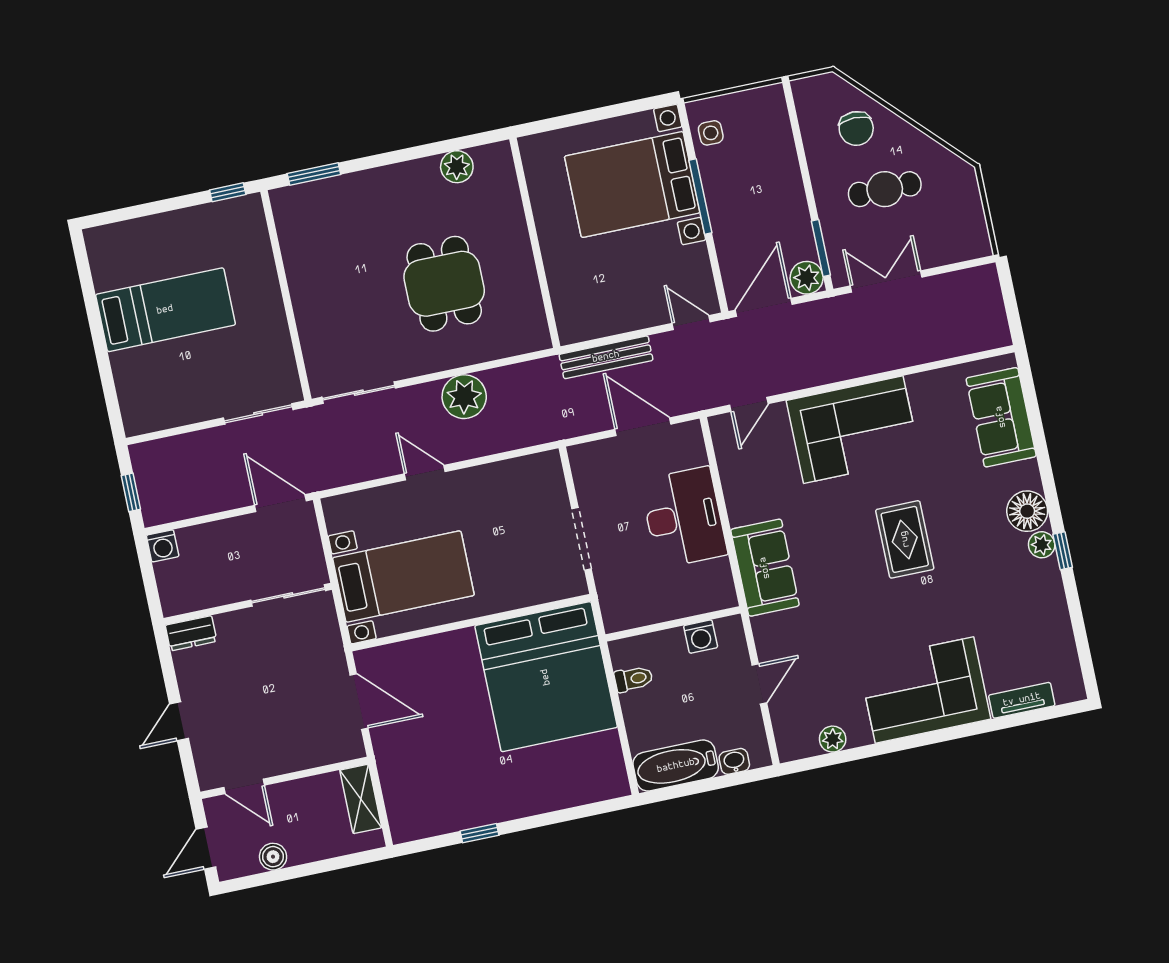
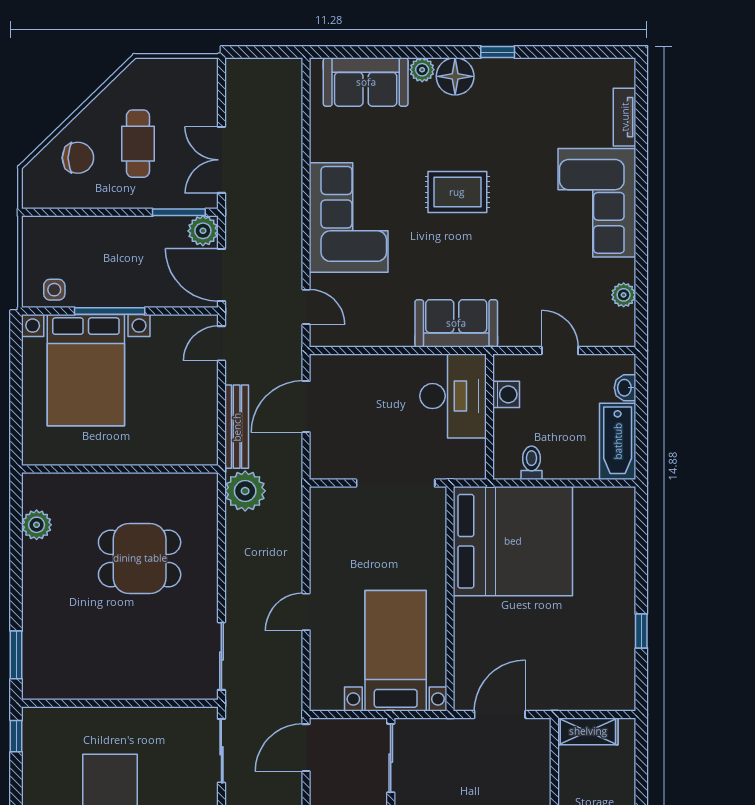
plant: (464, 397) -> (245, 491), moved
desk: (684, 517) -> (453, 396), moved, turned 90
doorway: (582, 539) -> (396, 483), width x1.36
plant: (1042, 545) -> (422, 70), moved

